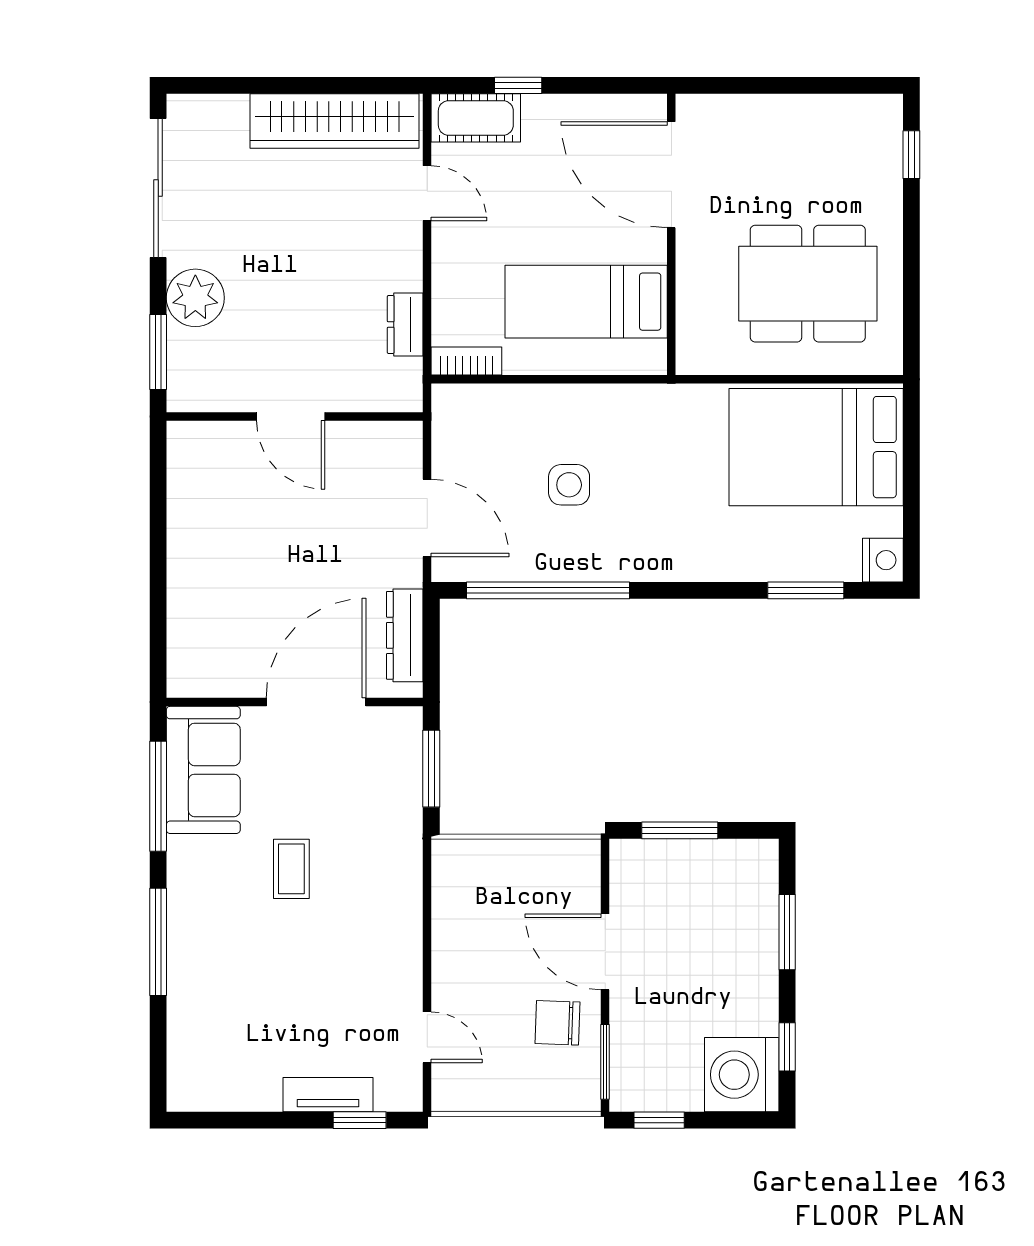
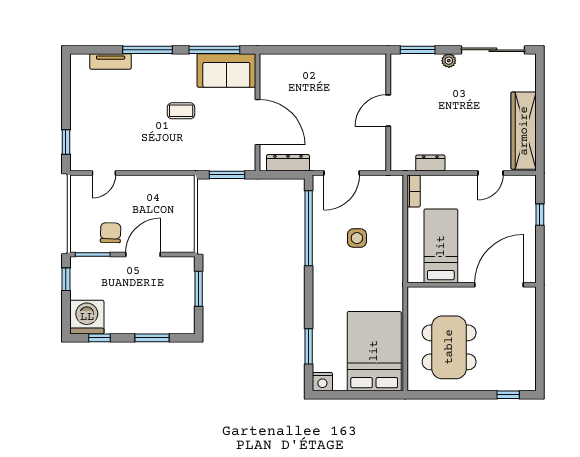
cot: (476, 118) -> (525, 195), removed
plant: (195, 298) -> (449, 61), width x0.53, depth x0.53
tv unit: (328, 1095) -> (111, 61), moved, turned 90

